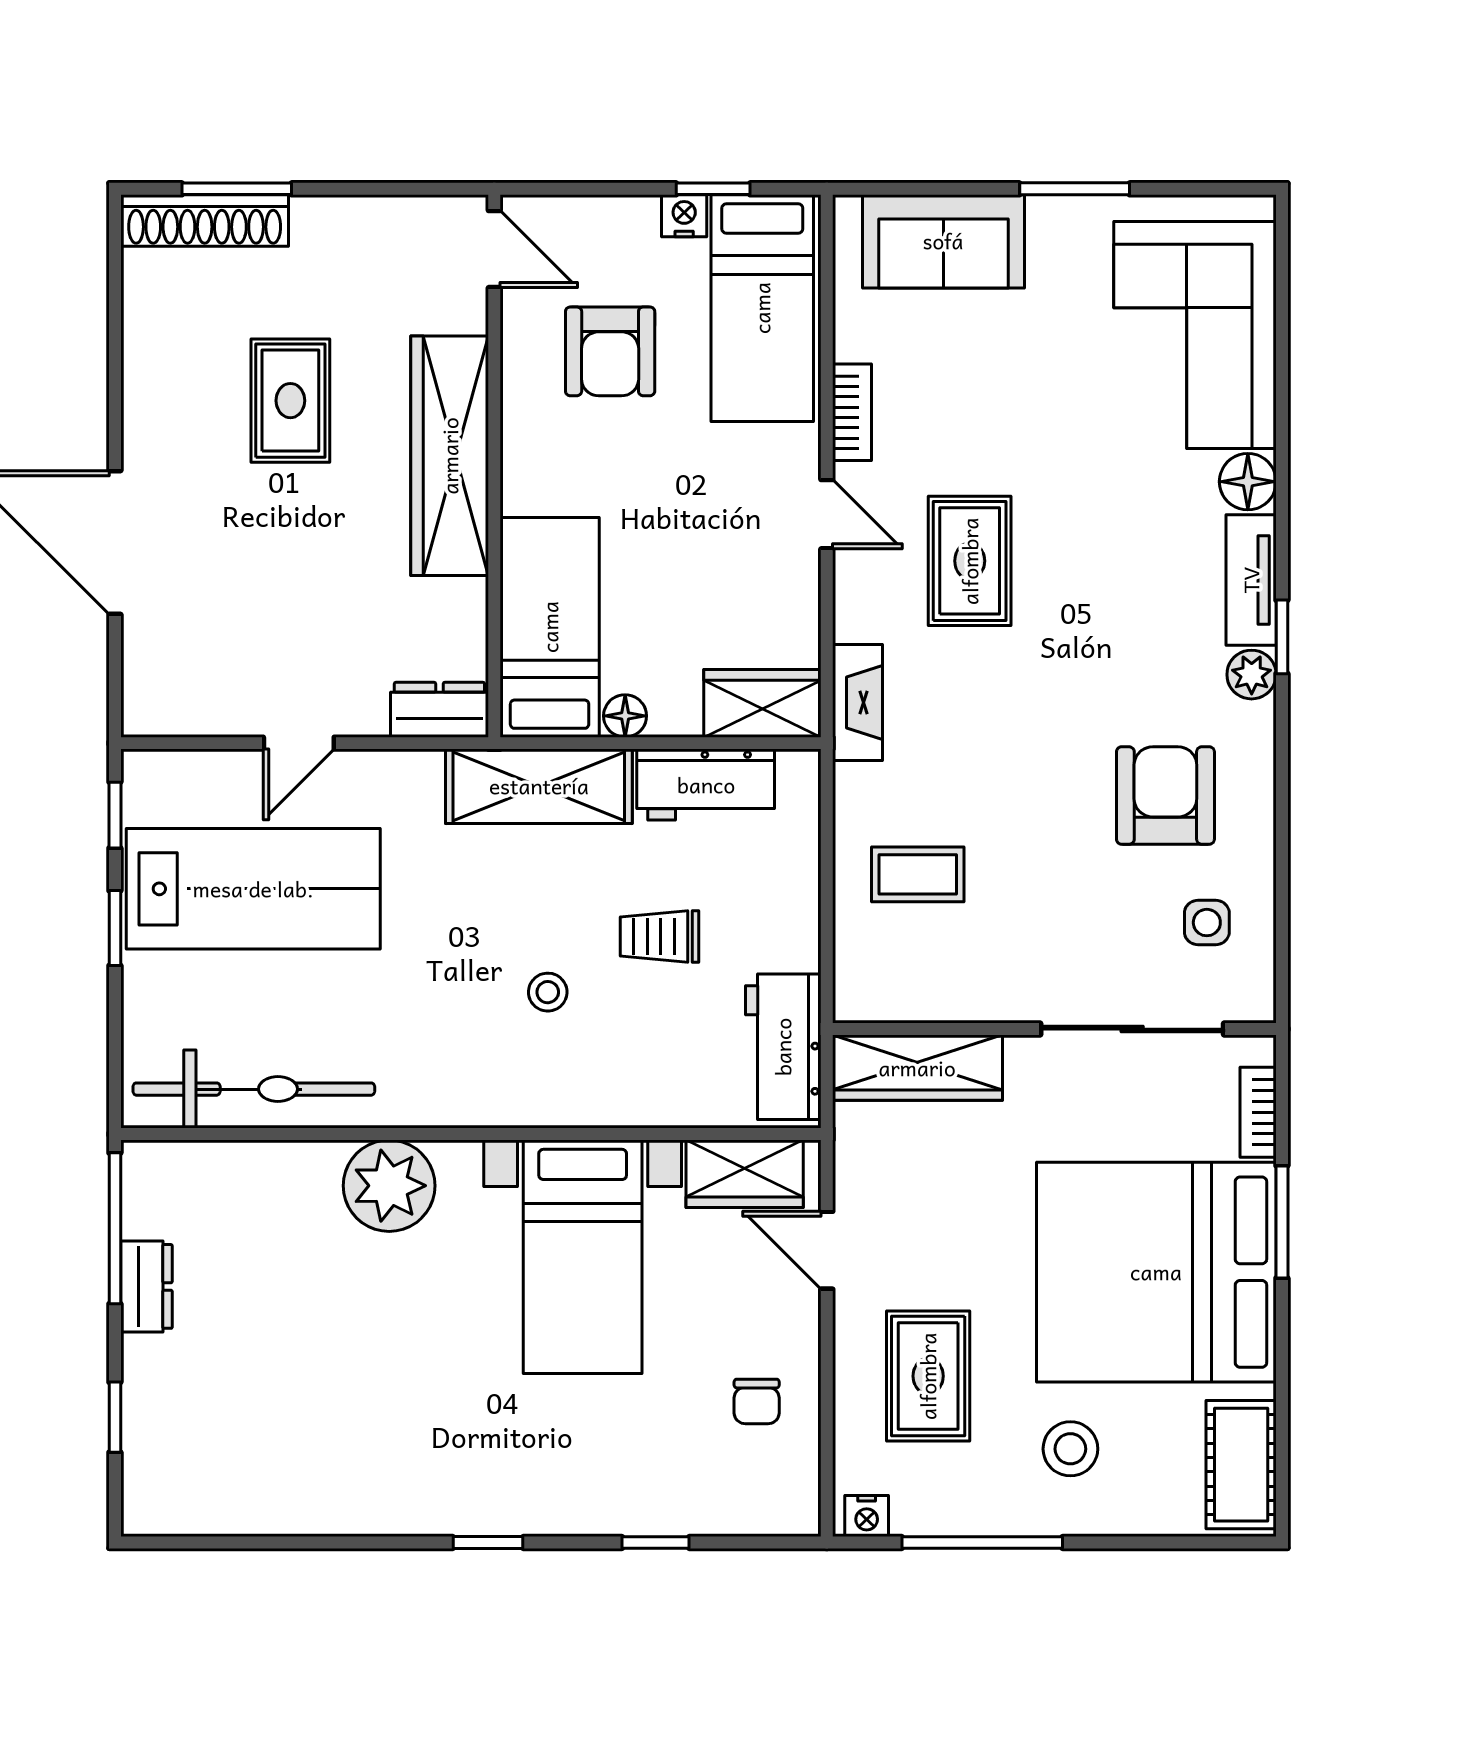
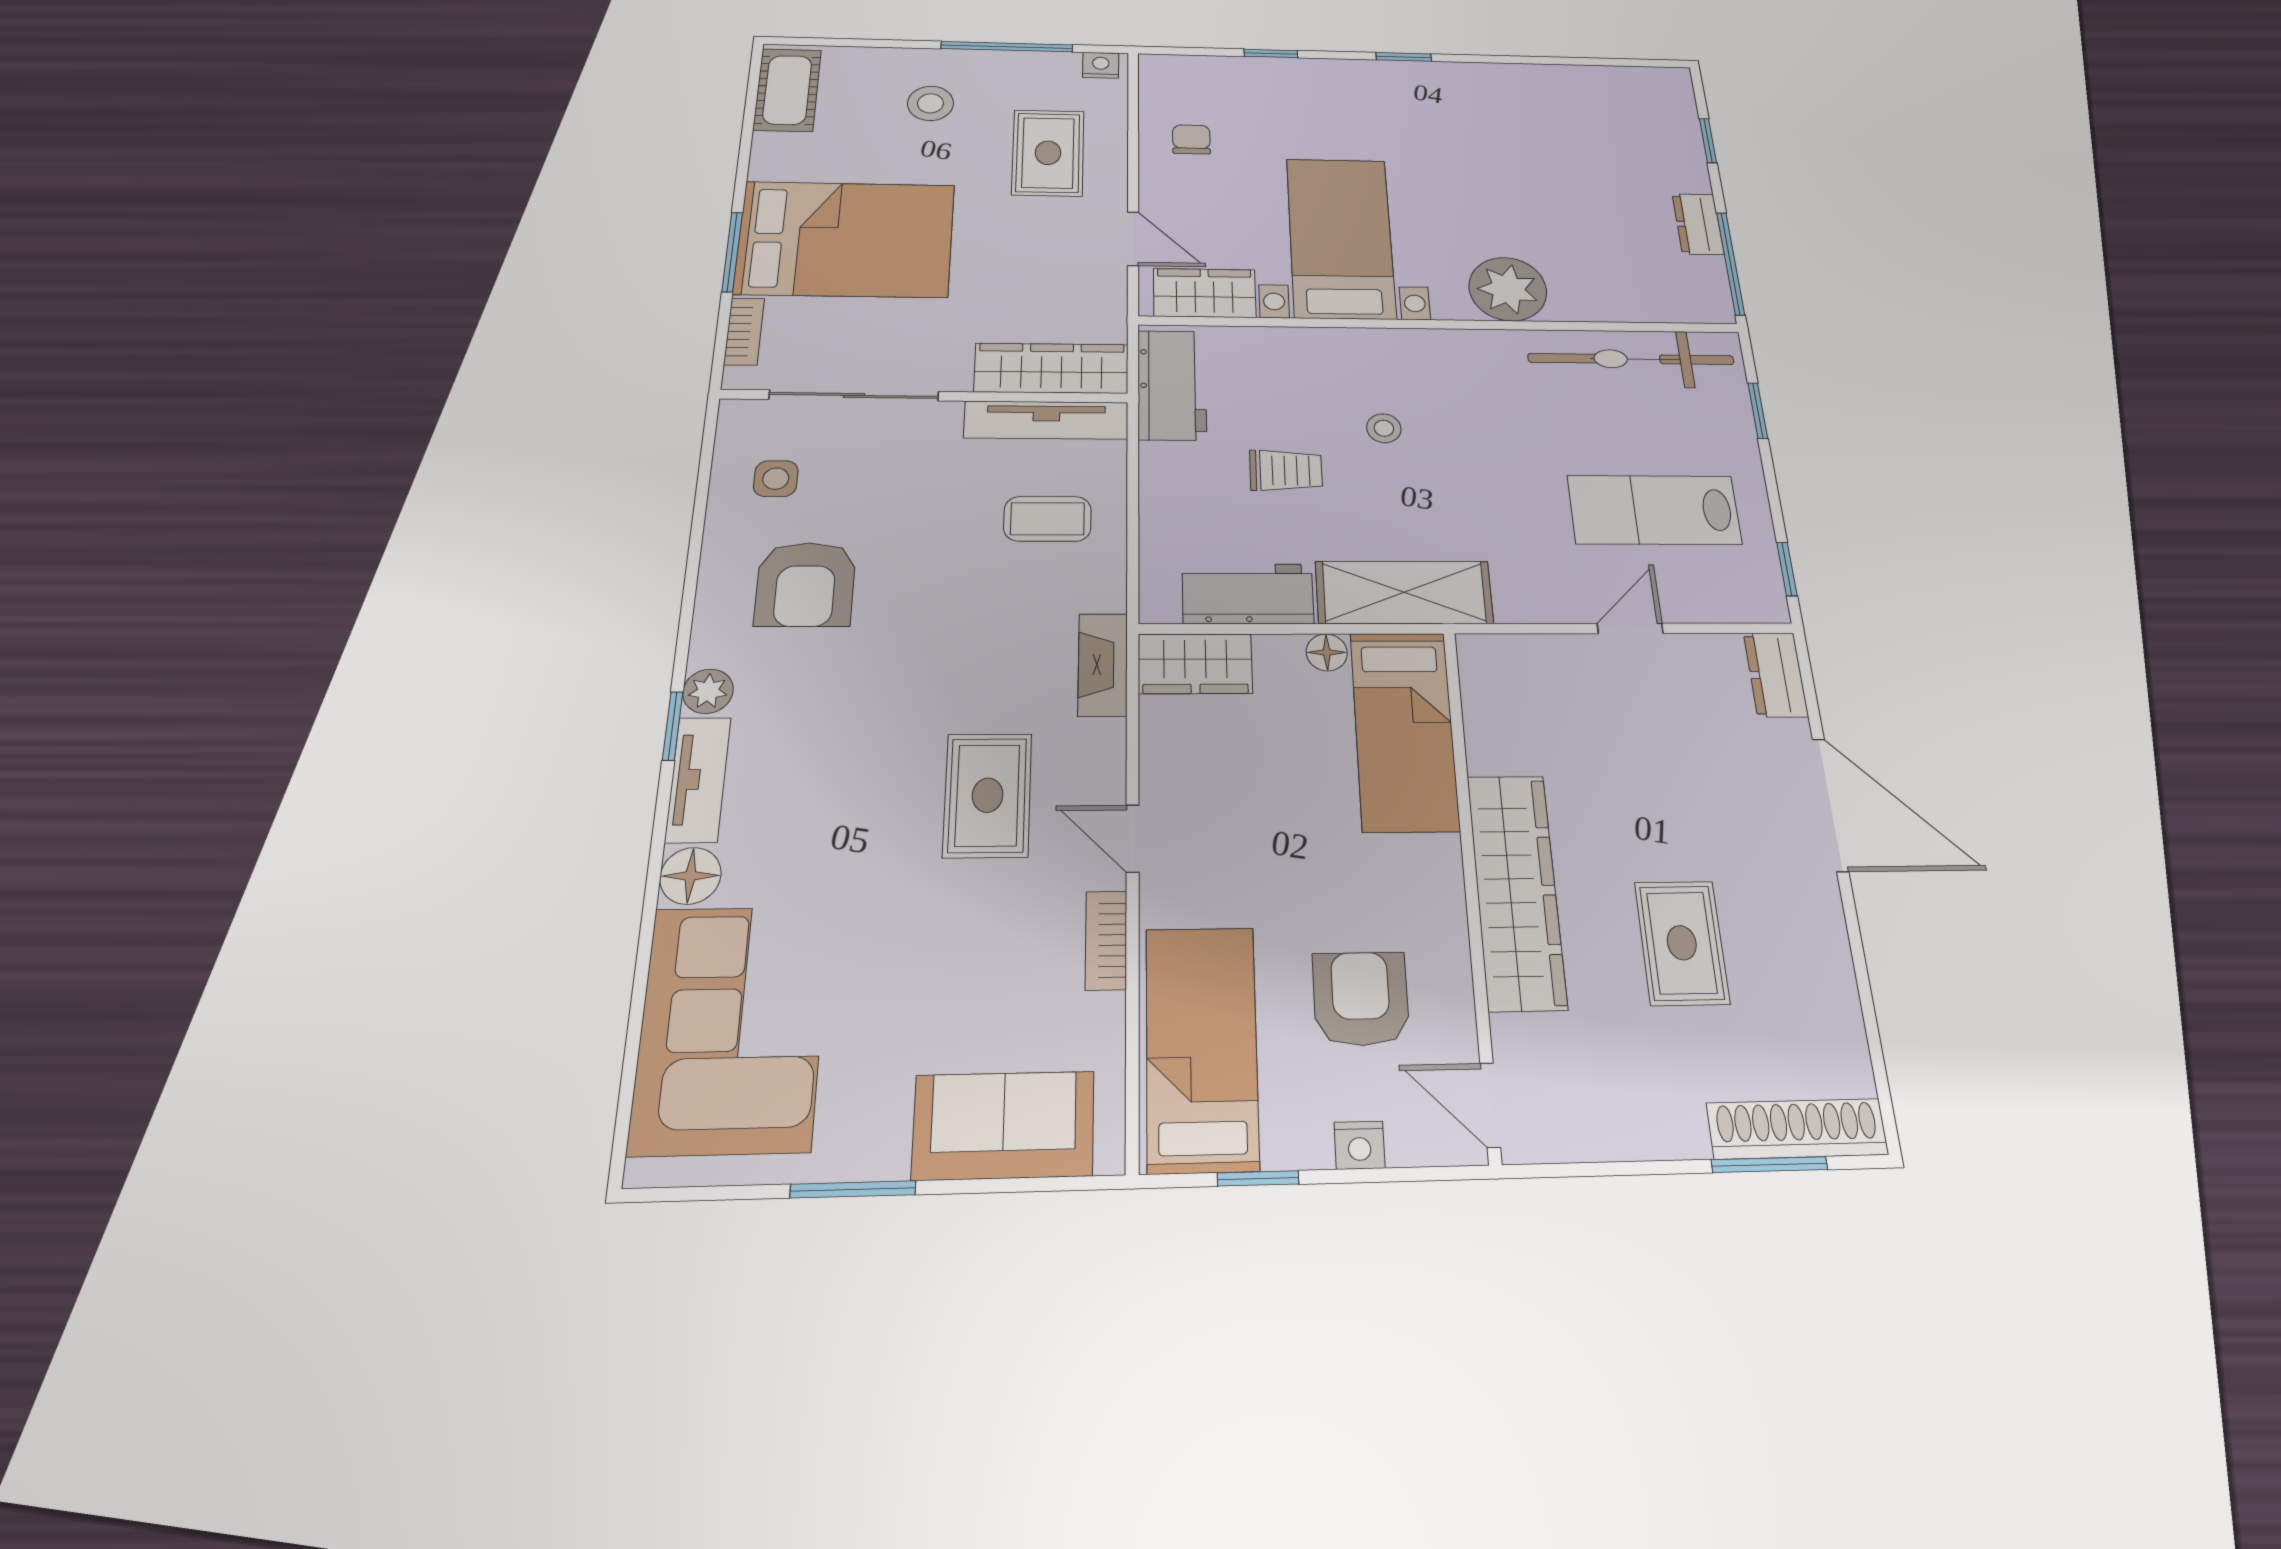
nightstand: (684, 216) -> (1360, 1145), moved
dresser: (439, 710) -> (1776, 675), moved, turned 90
lab bench: (253, 889) -> (1654, 510), width x0.73, depth x0.72
window: (115, 928) -> (1758, 411), moved
tv unit: (922, 999) -> (1046, 420), added
bed: (1156, 1272) -> (846, 239), width x0.73

